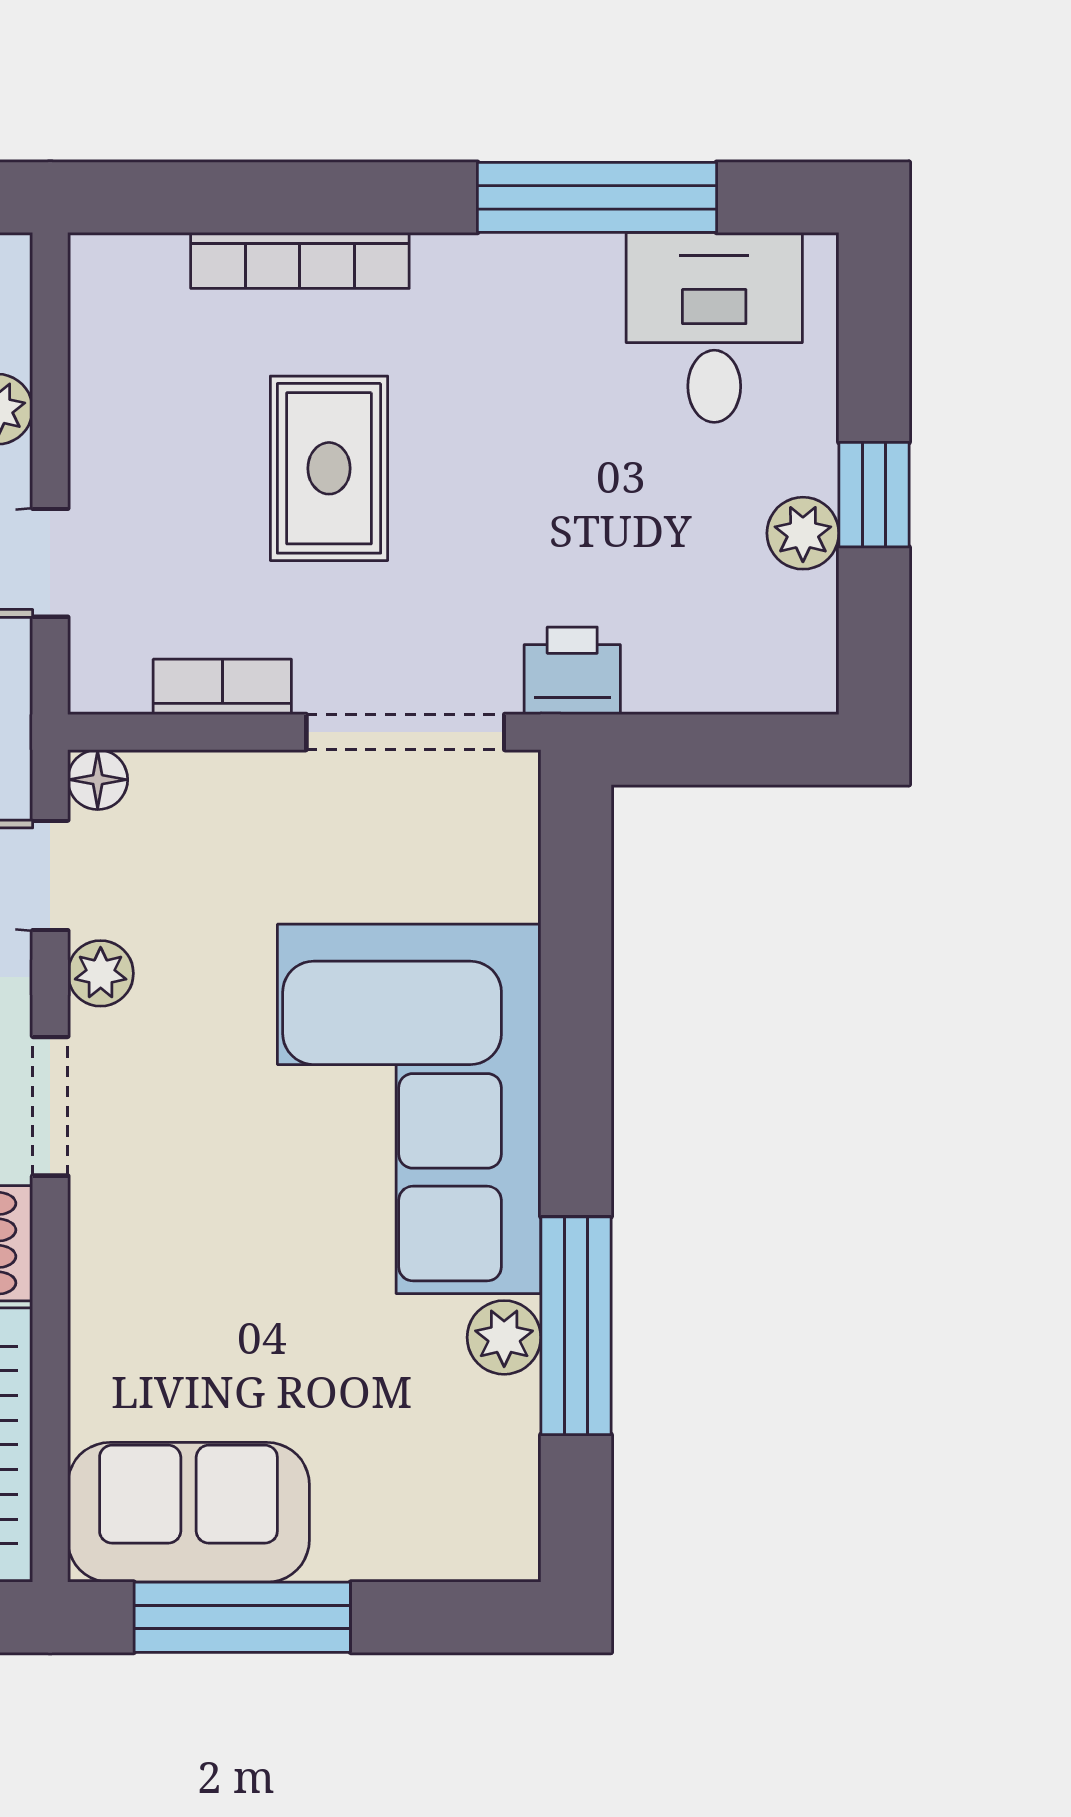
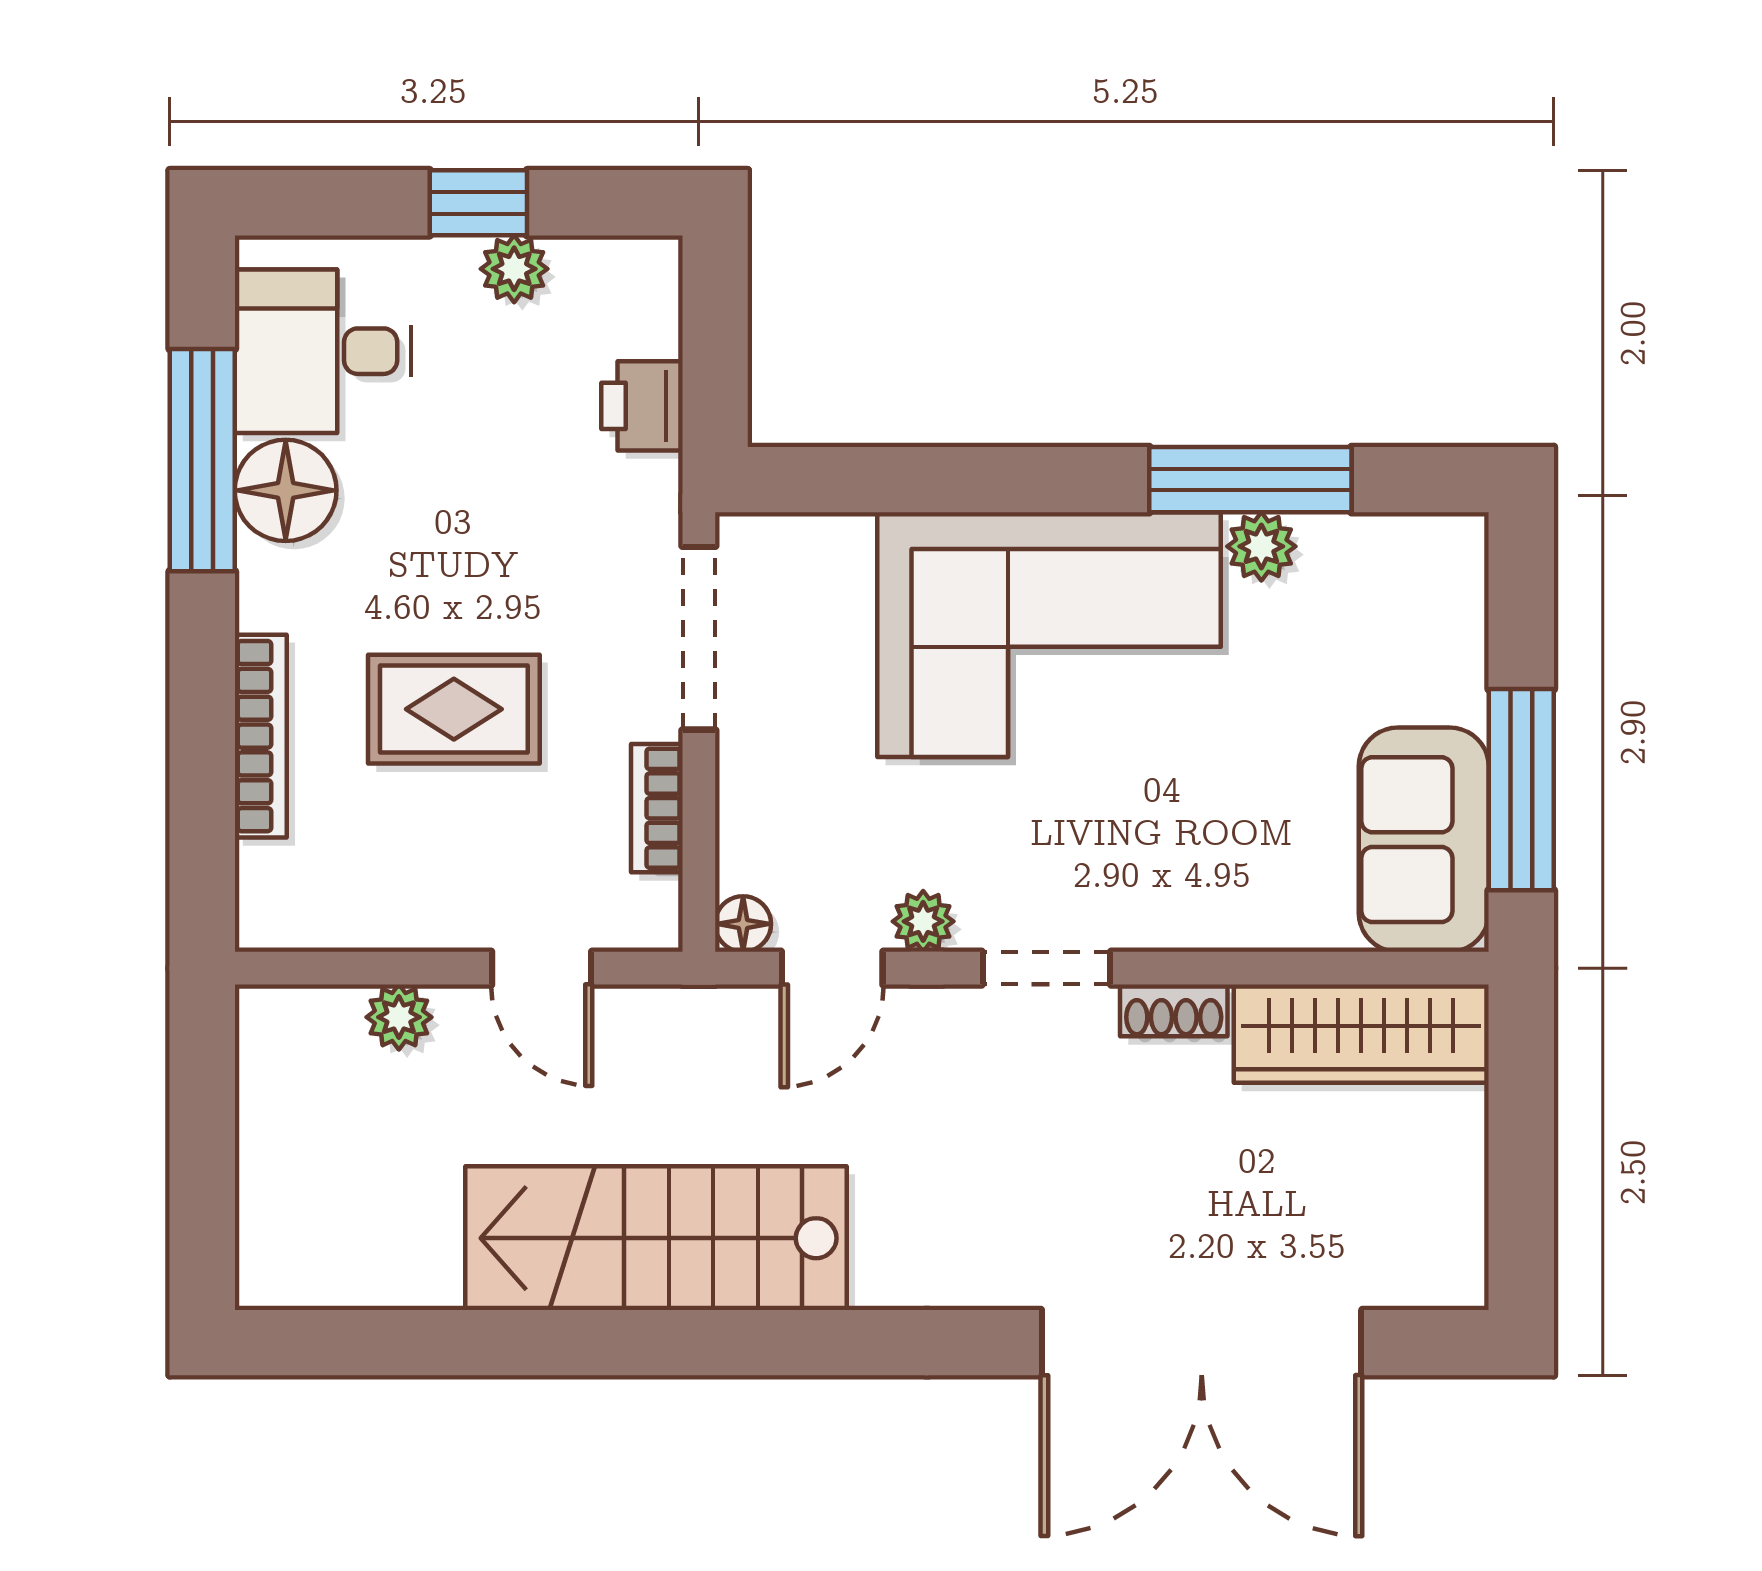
floor lamp: (564, 287) -> (286, 490), added
printer: (572, 671) -> (642, 406), moved

